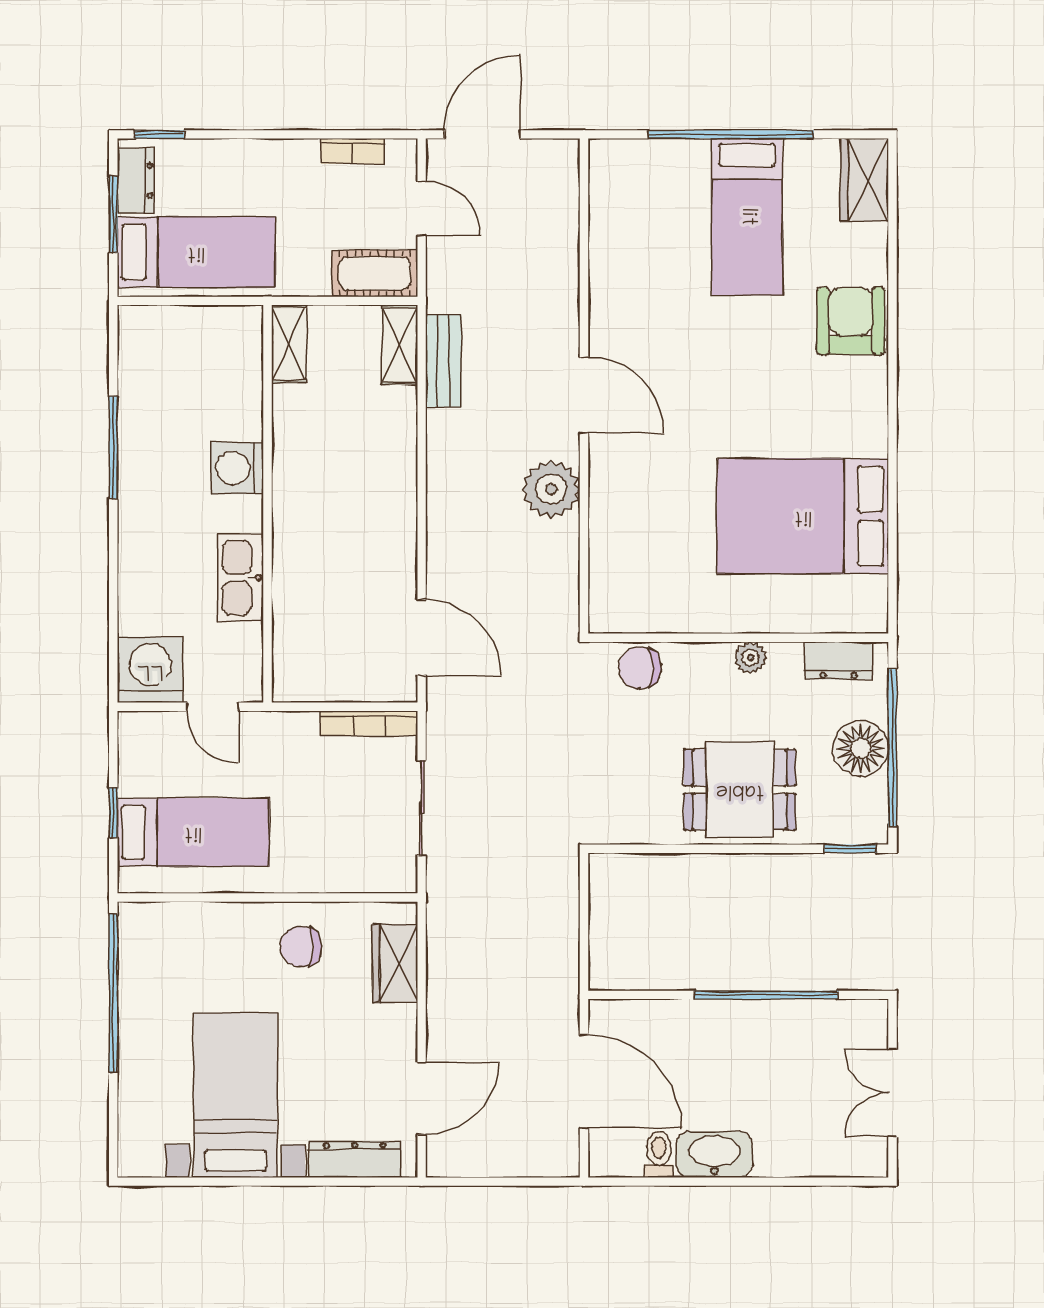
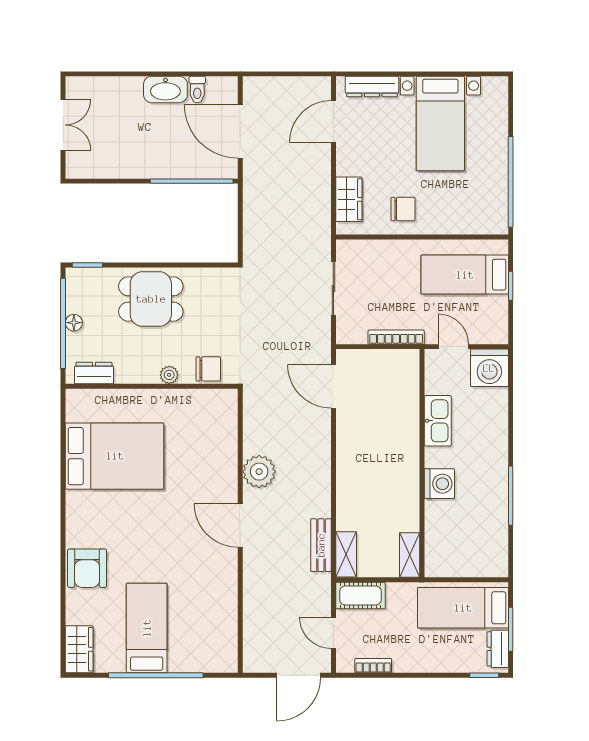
plant: (751, 658) -> (169, 375), moved
bookcase: (369, 723) -> (396, 337), moved
floor lamp: (861, 748) -> (74, 323), width x0.53, depth x0.53
window: (766, 995) -> (192, 181), moved

